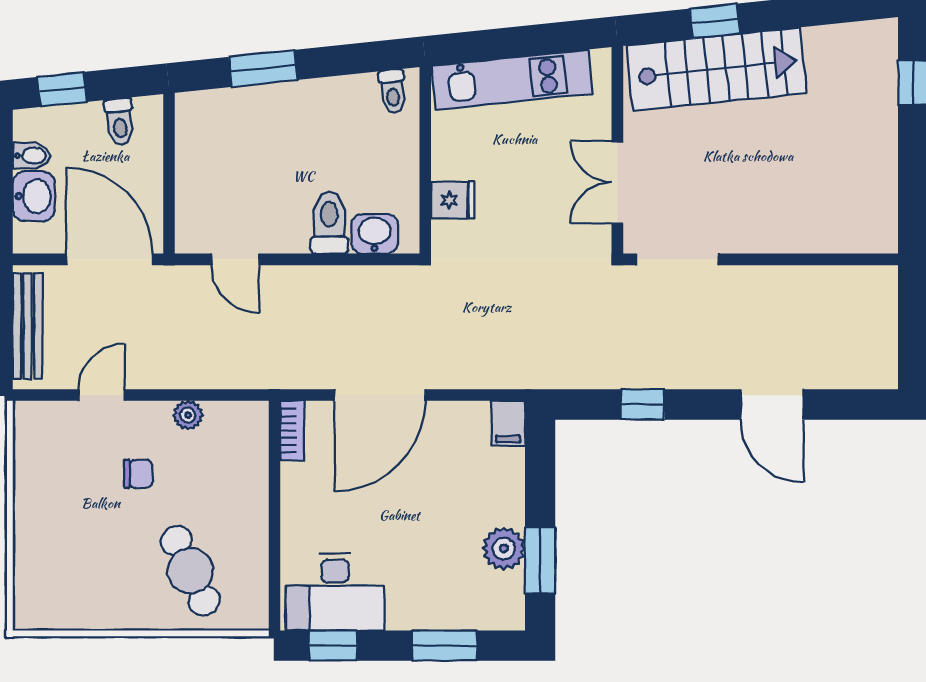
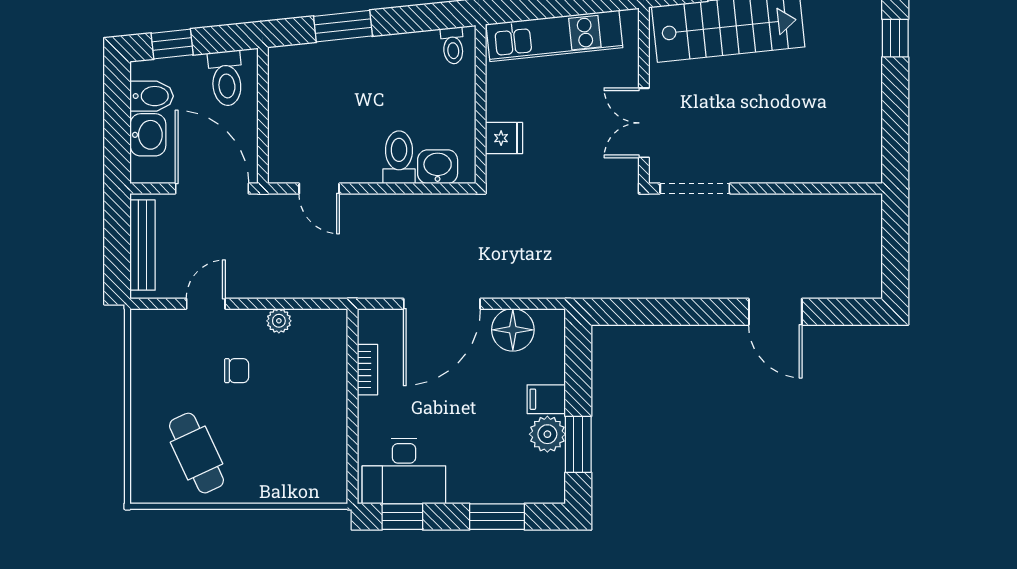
toilet: (120, 122) -> (226, 78), width x1.37, depth x1.39
bidet: (31, 156) -> (152, 96), width x1.38, depth x1.36
window: (643, 404) -> (665, 312), removed
filing cabinet: (508, 423) -> (546, 399), moved, turned 90
floor lamp: (463, 426) -> (513, 330), added
bookcase: (292, 430) -> (367, 370), moved
cafe table: (190, 571) -> (197, 453), moved

